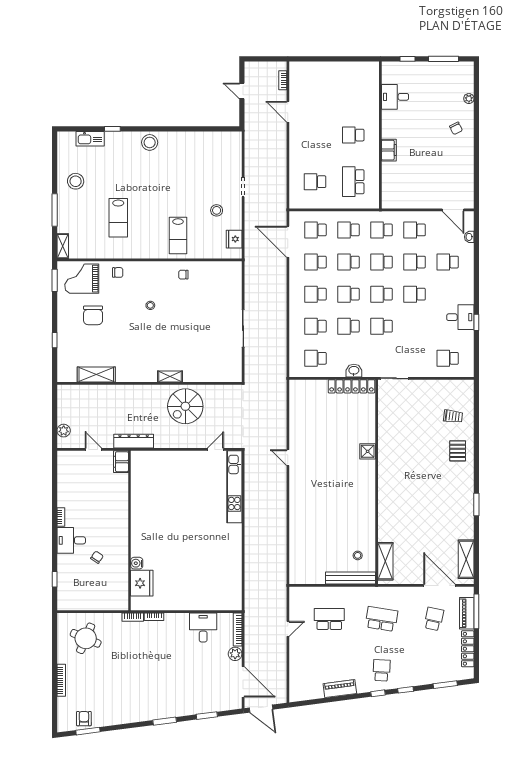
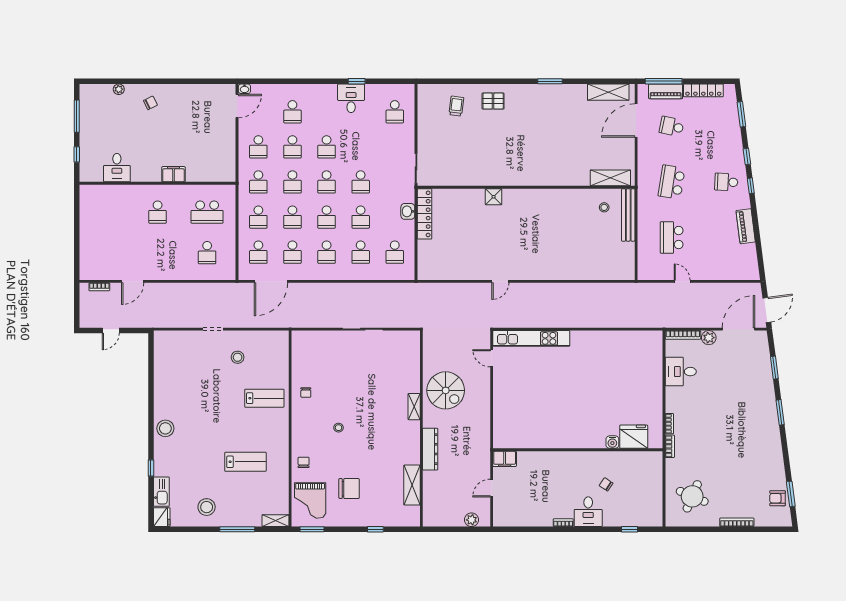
washbasin: (469, 237) -> (244, 89), moved
fridge: (234, 239) -> (162, 517), moved, turned -90
dresser: (134, 441) -> (430, 449), moved, turned 180

